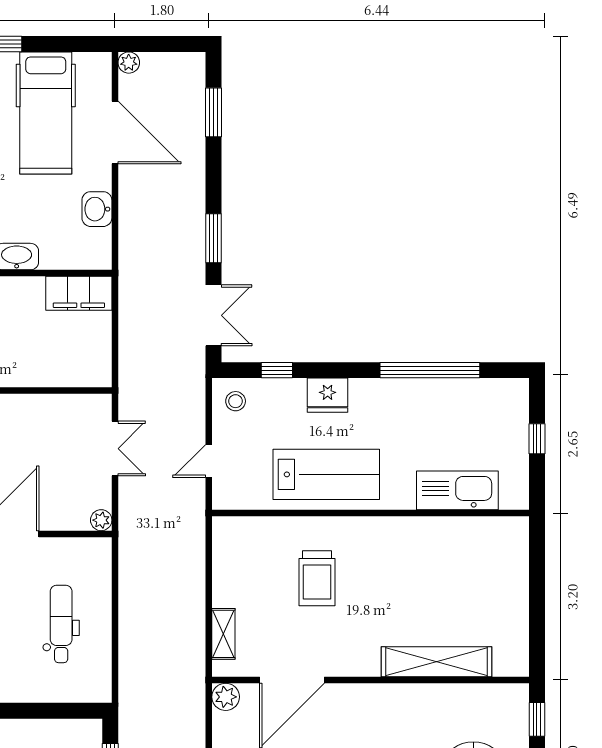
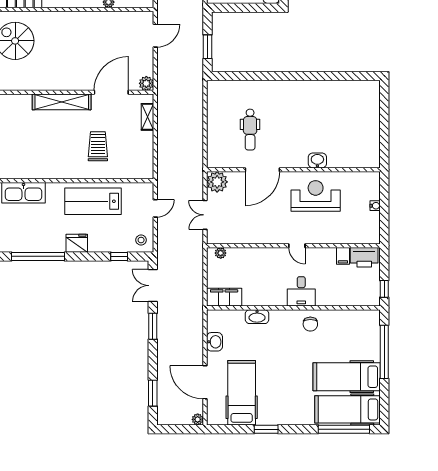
plant: (85, 377) -> (221, 253), added
fridge: (328, 395) -> (77, 243), moved
plant: (101, 520) -> (217, 182), width x1.88, depth x1.88
dental chair: (61, 624) -> (250, 130), moved
shelving: (437, 662) -> (62, 102), moved

